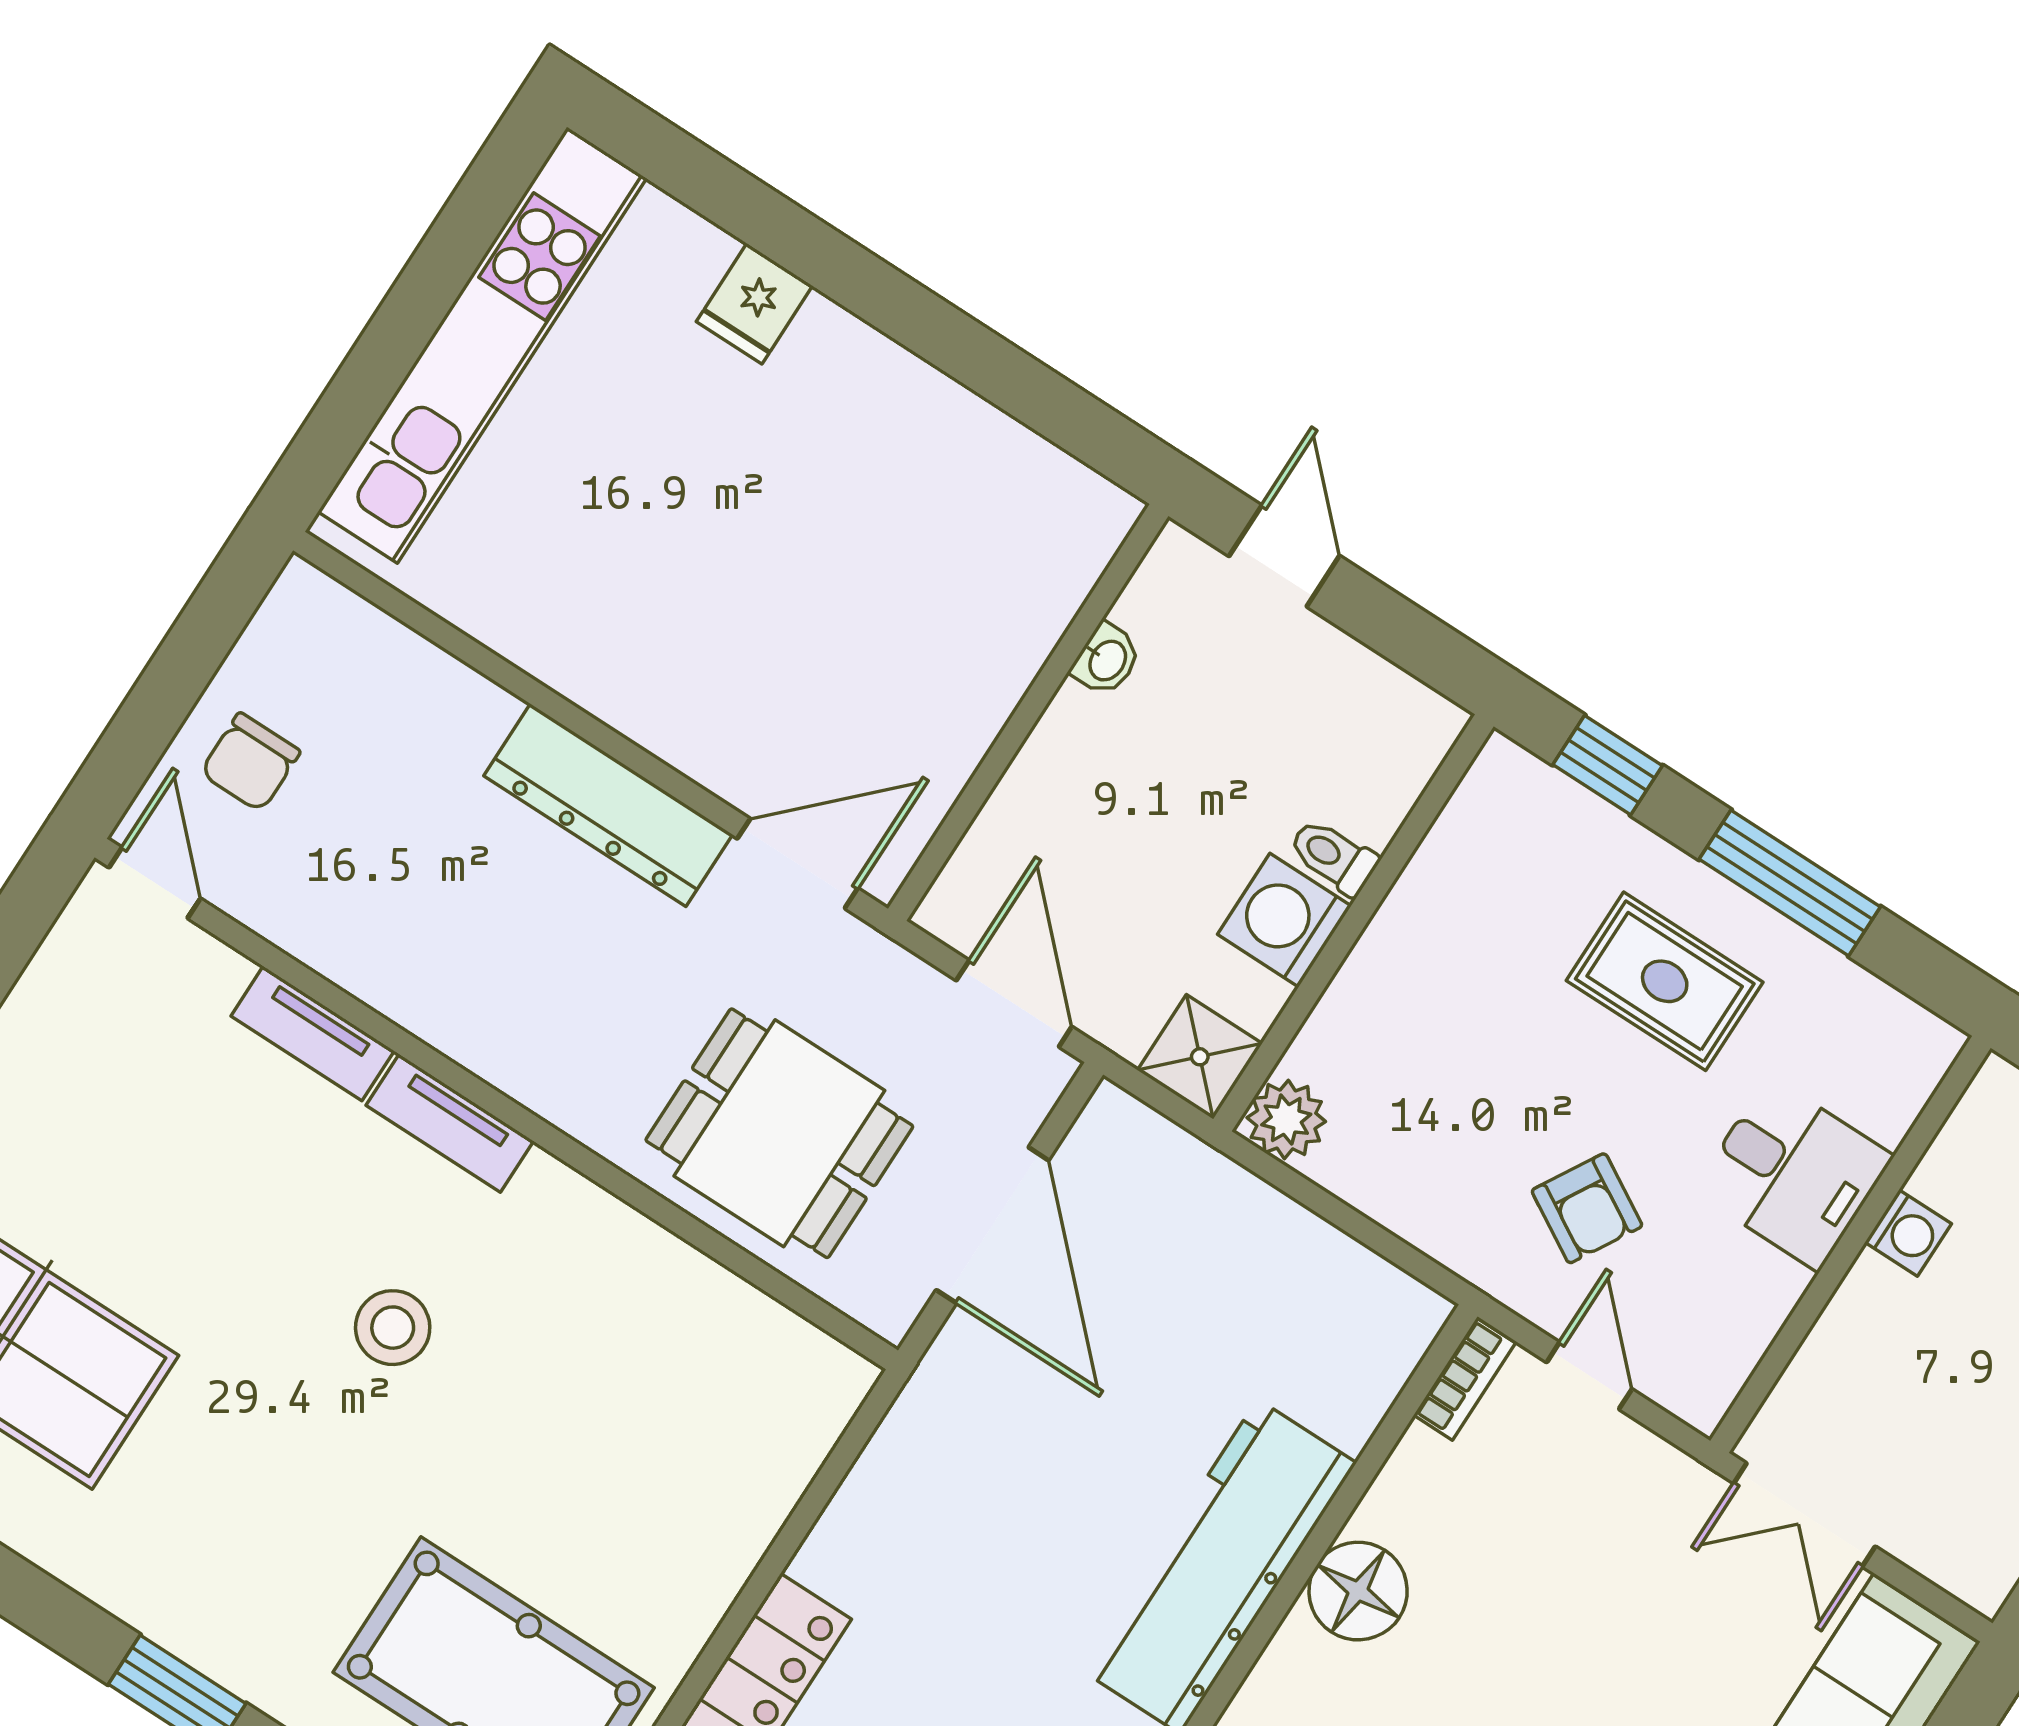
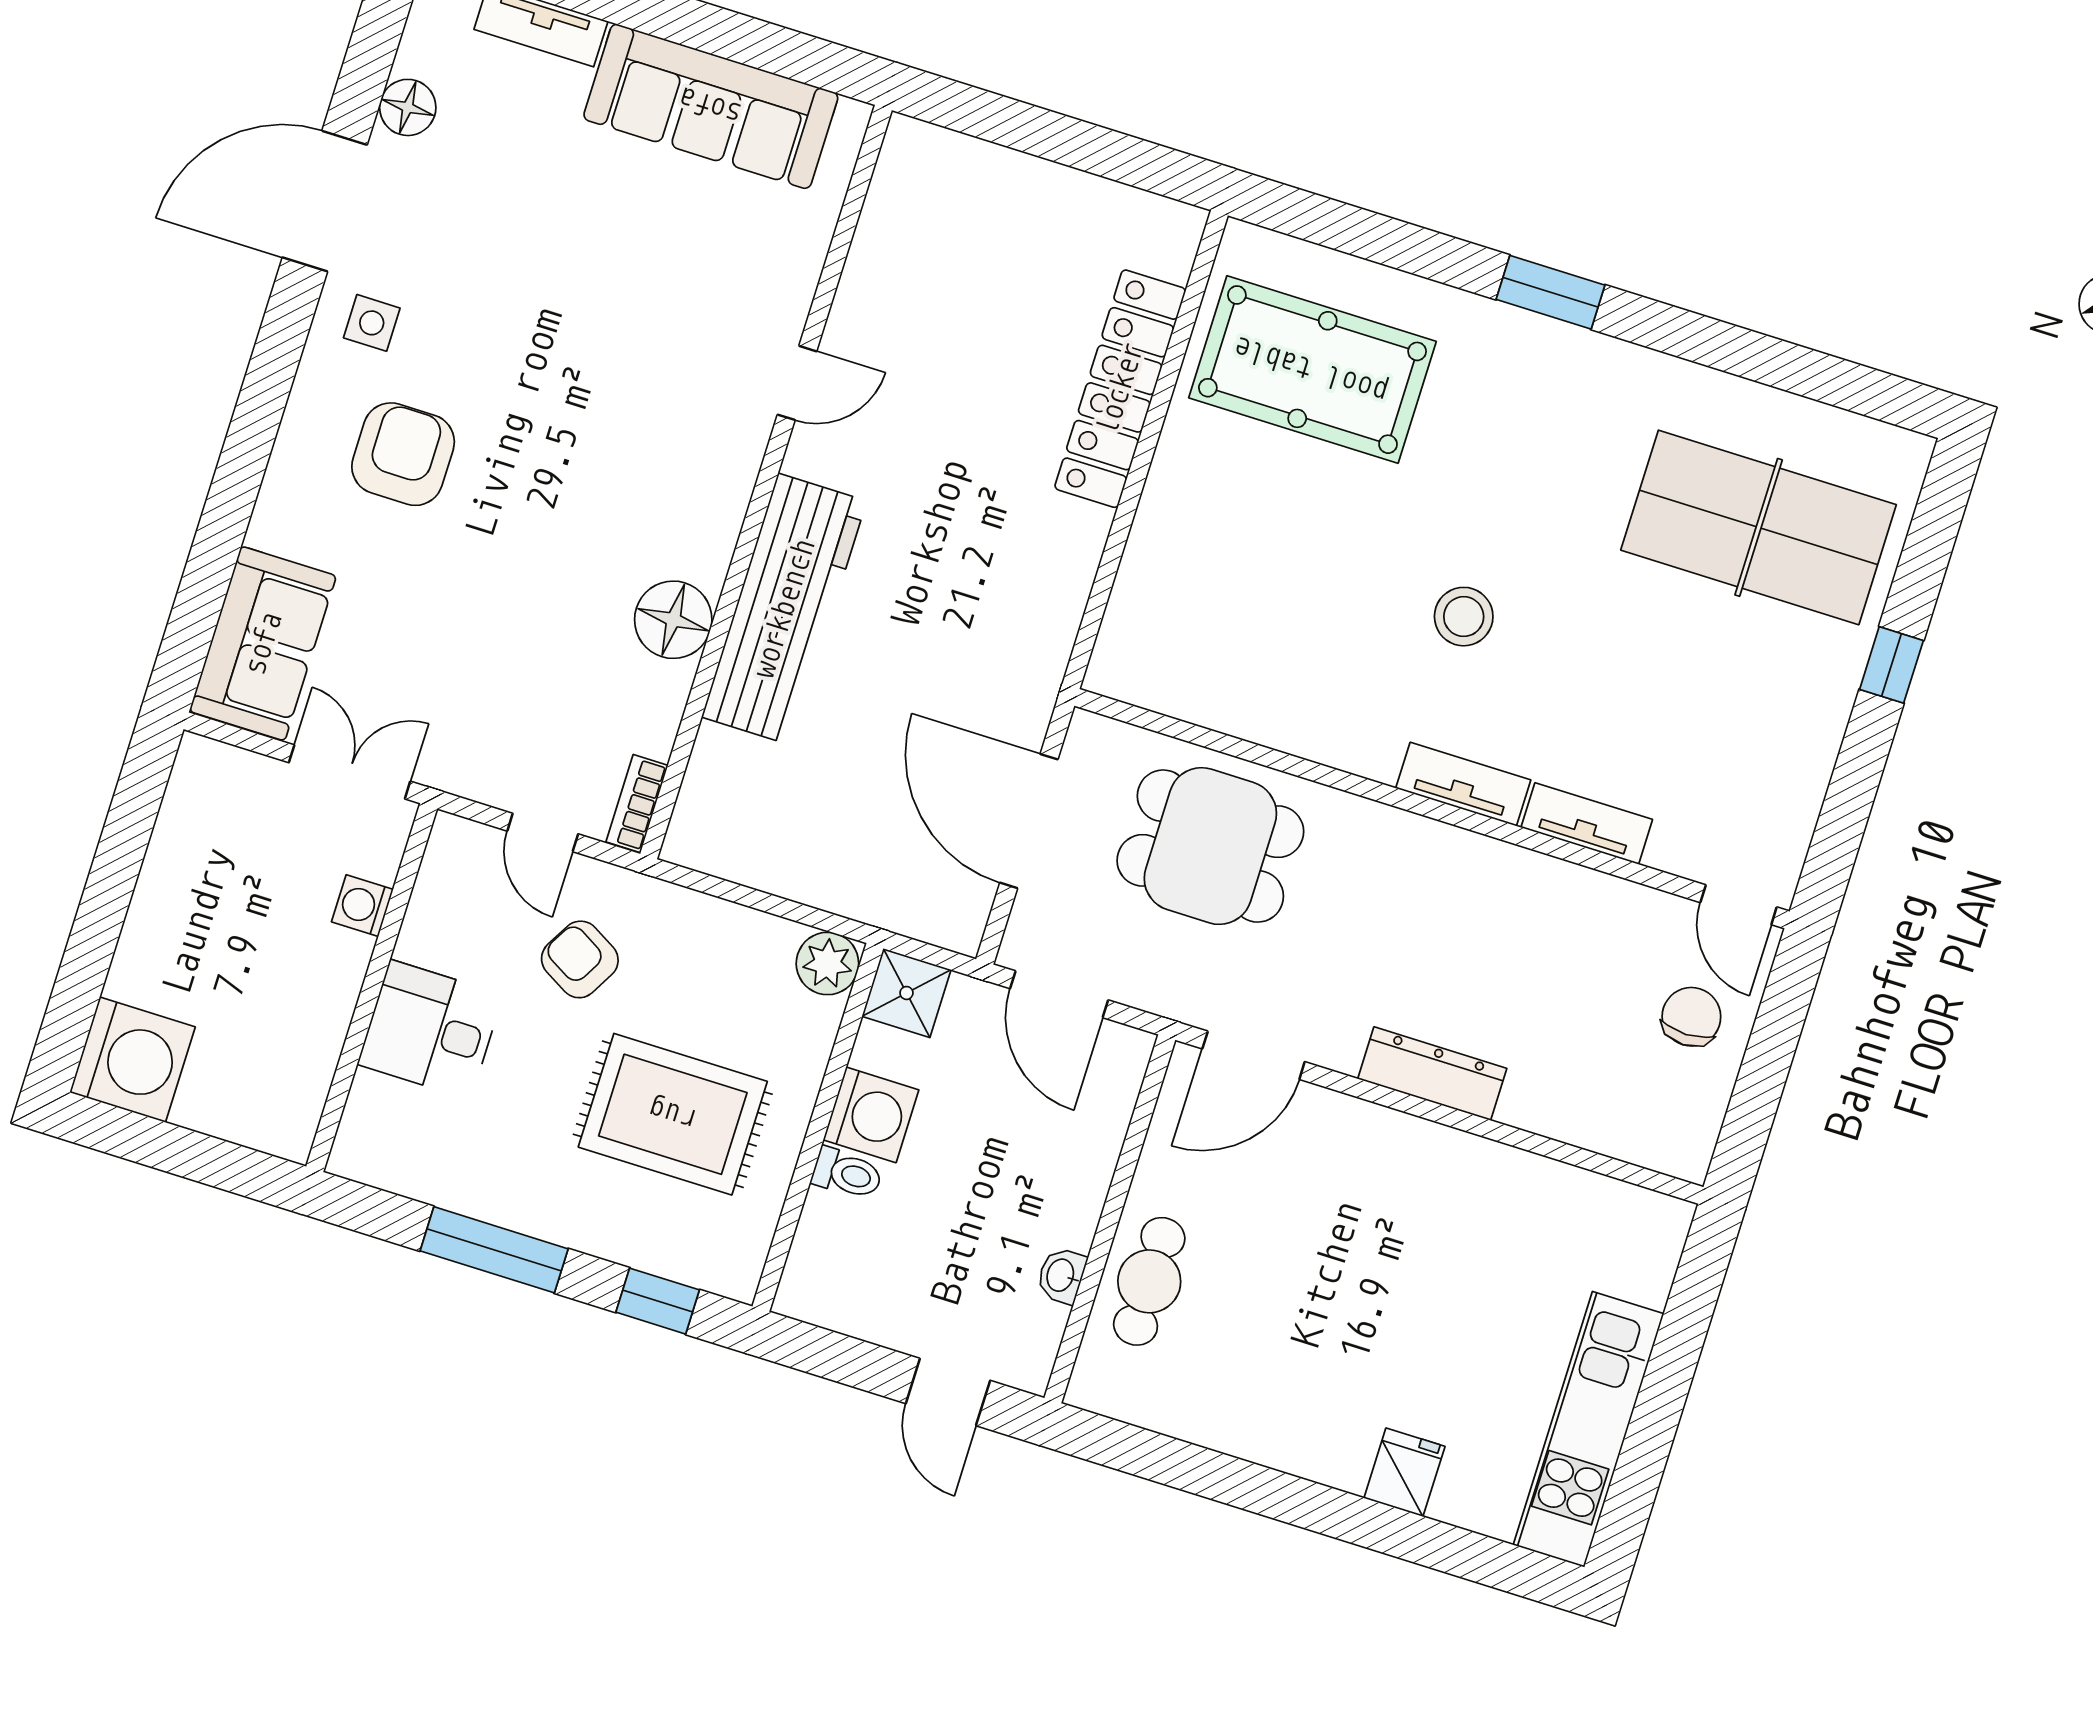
kitchen unit: (482, 345) -> (1588, 1429), width x0.73
cafe table: (1001, 623) -> (1149, 1281), added
dresser: (608, 805) -> (1432, 1074), width x0.73, depth x0.80
rug: (1665, 981) -> (673, 1114), moved, width x1.36, depth x1.43
washing machine: (1908, 1233) -> (362, 906), moved

